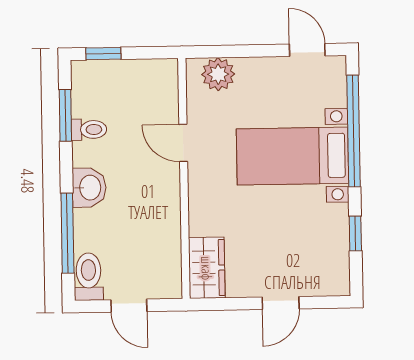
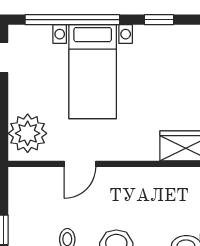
plant: (218, 74) -> (28, 133), width x1.36, depth x1.36

